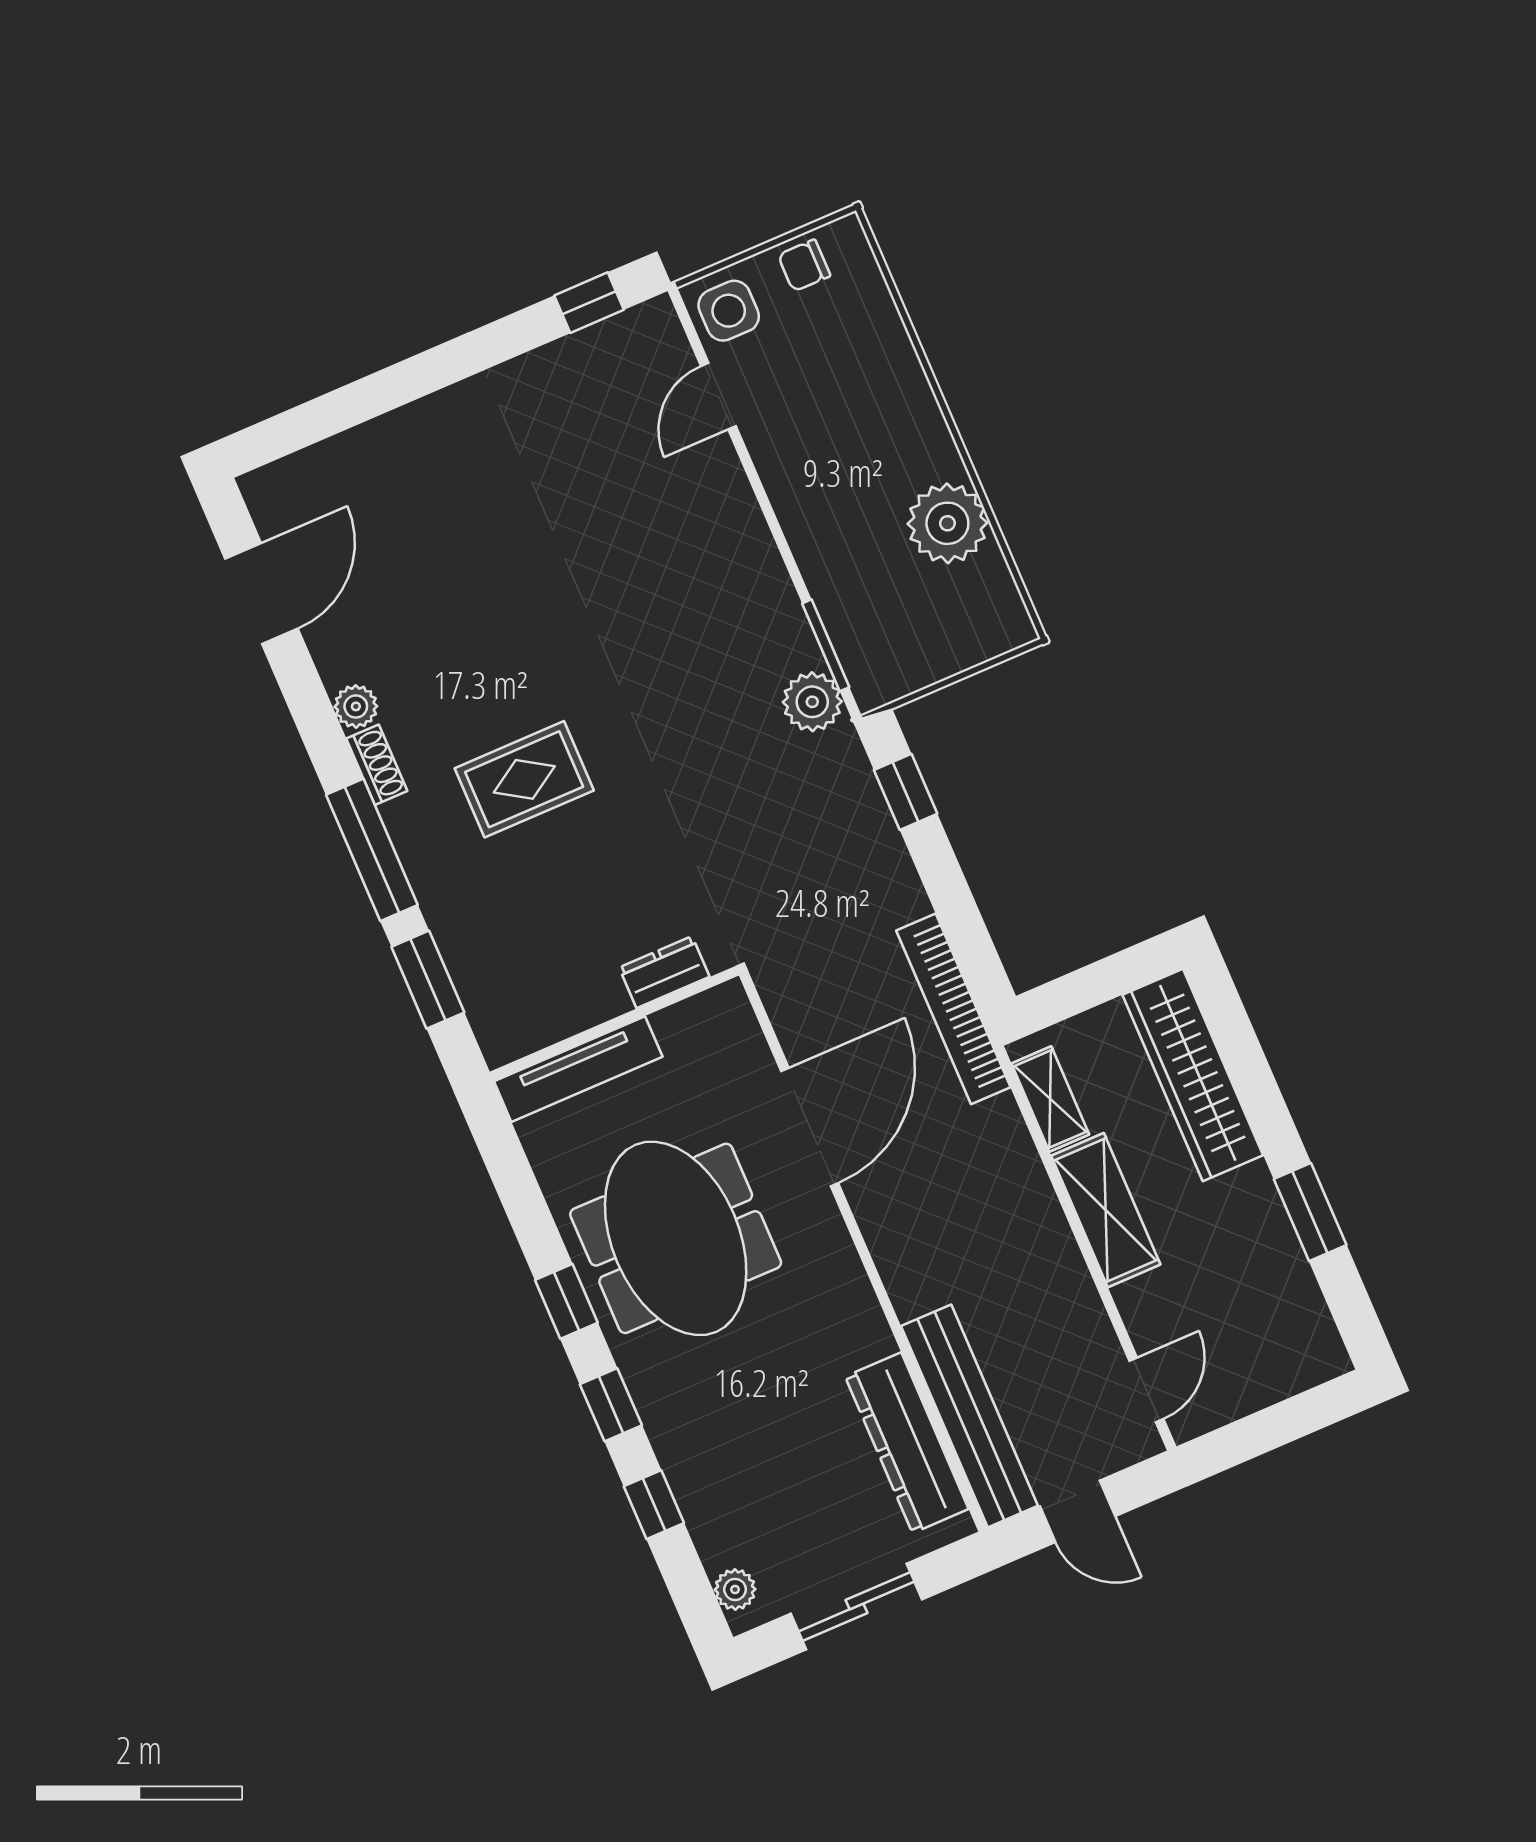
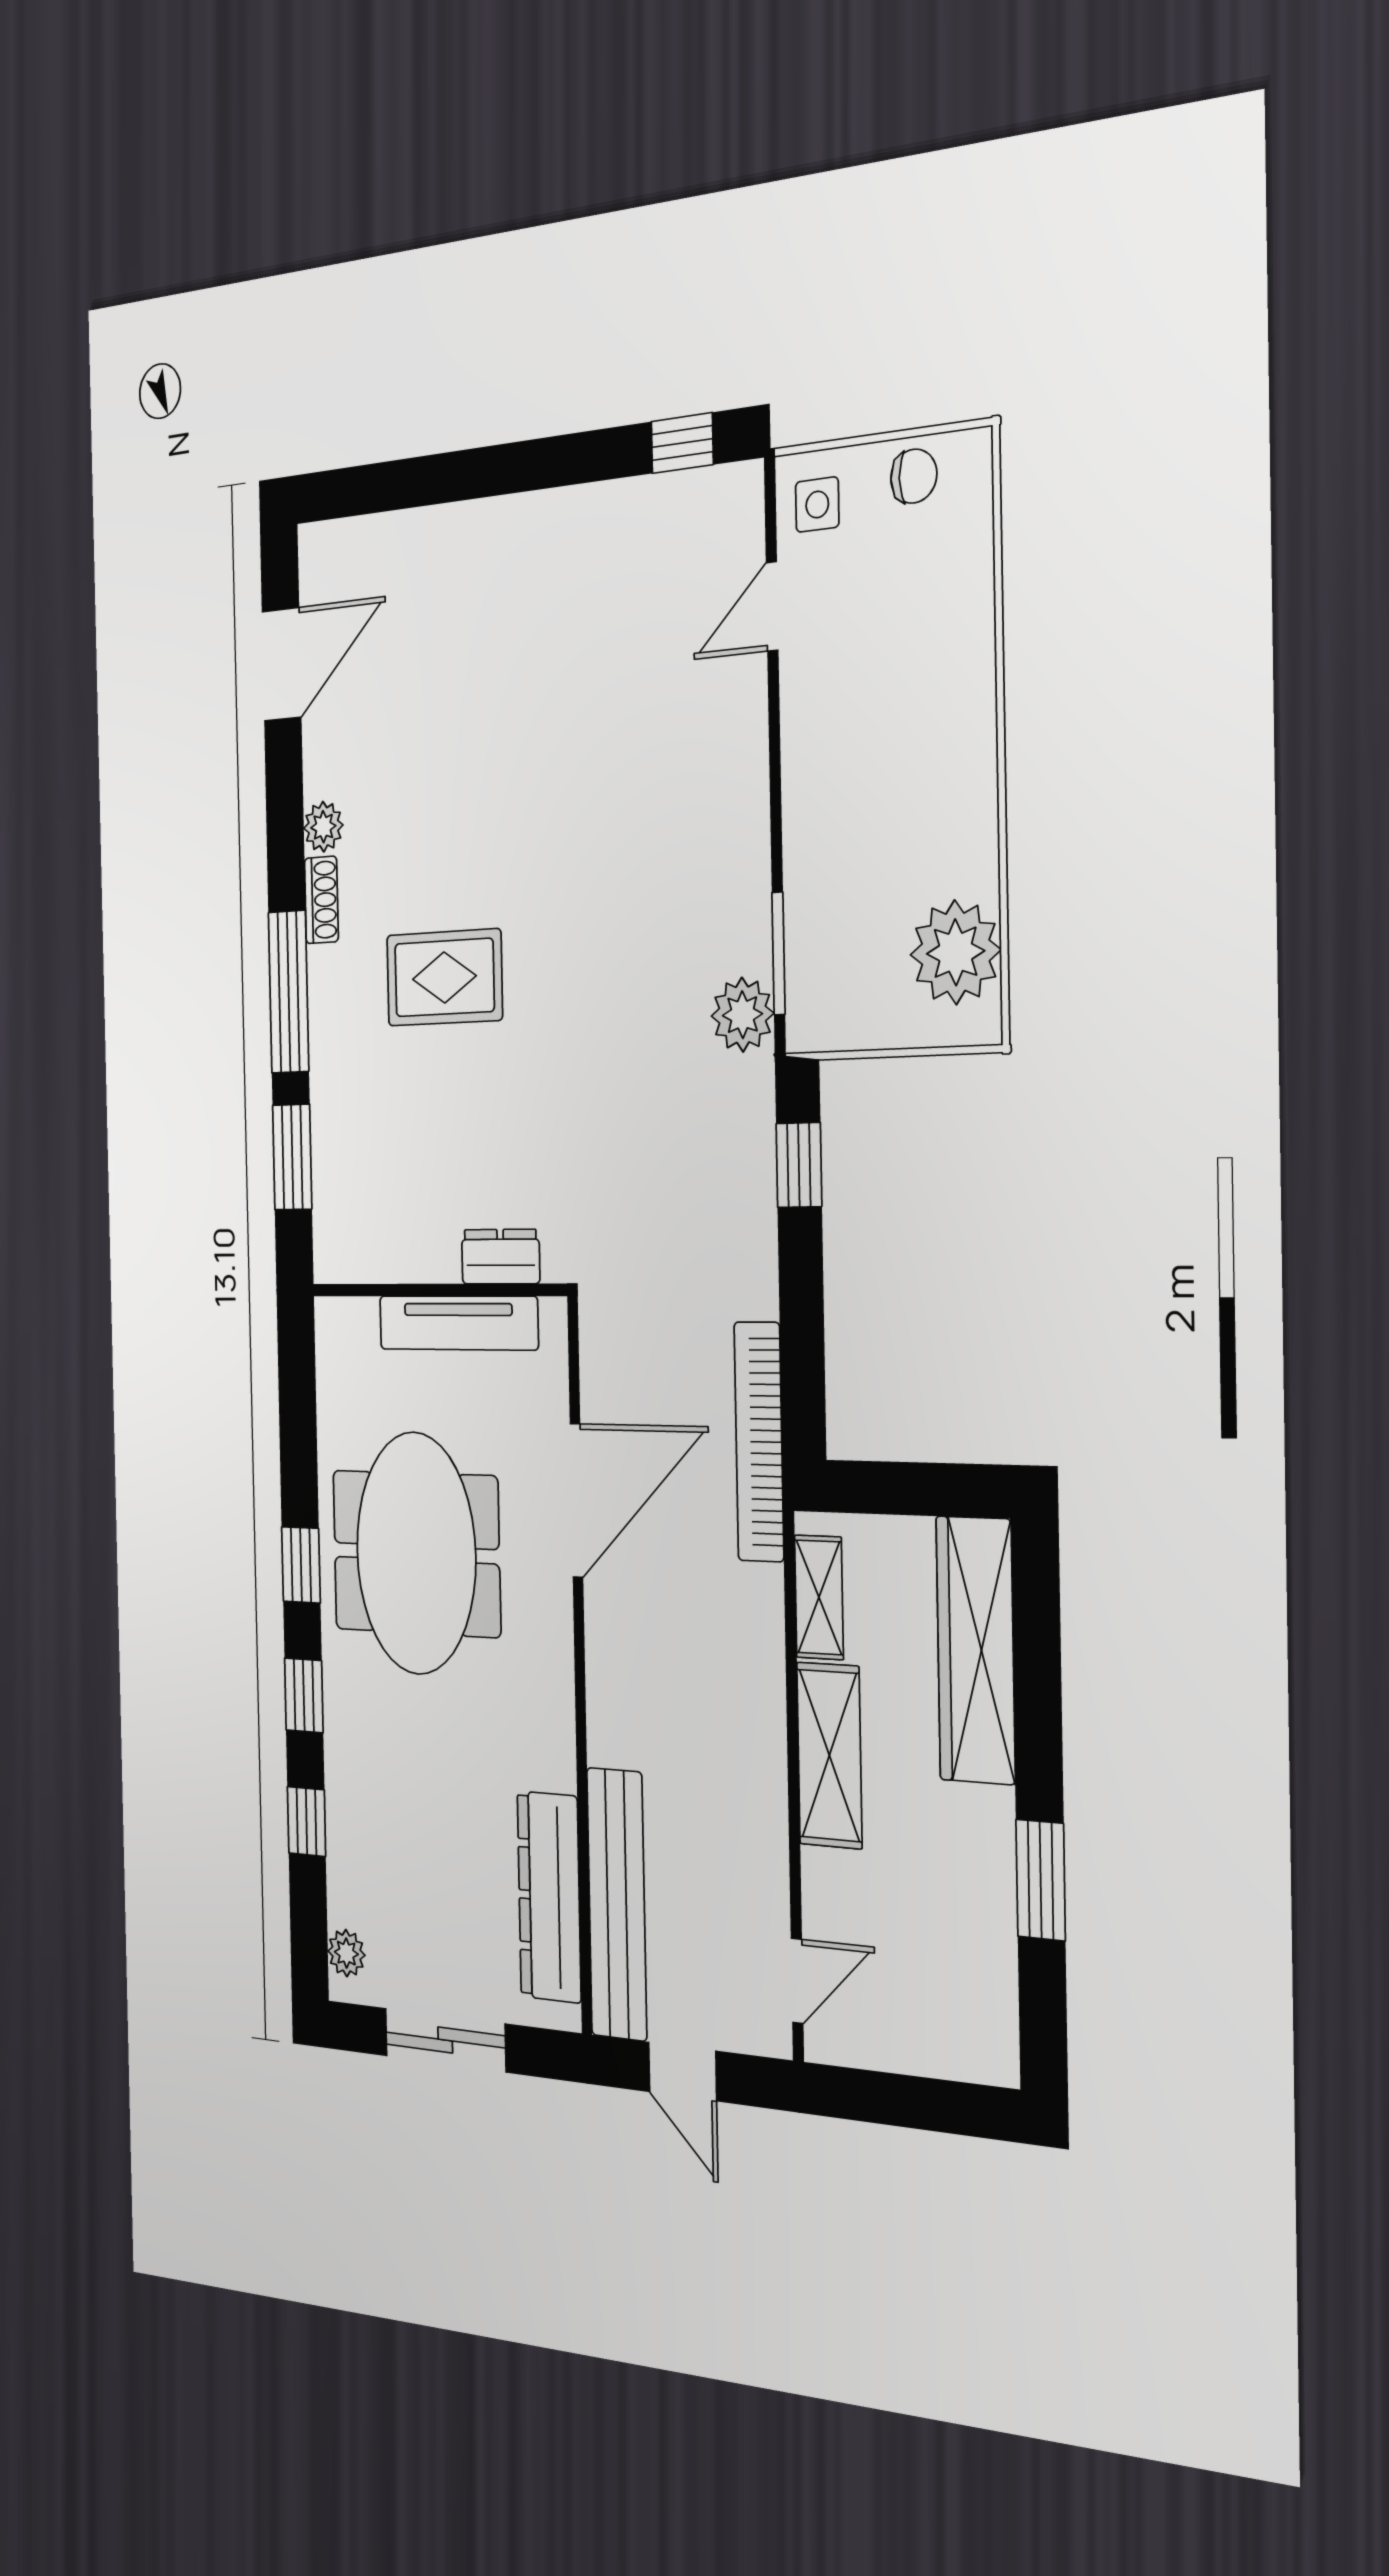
chair: (804, 265) -> (914, 476), turned 180
side table: (729, 311) -> (817, 505), width x0.73, depth x0.73
plant: (947, 523) -> (956, 952), moved
tv unit: (578, 1069) -> (458, 1323), moved

